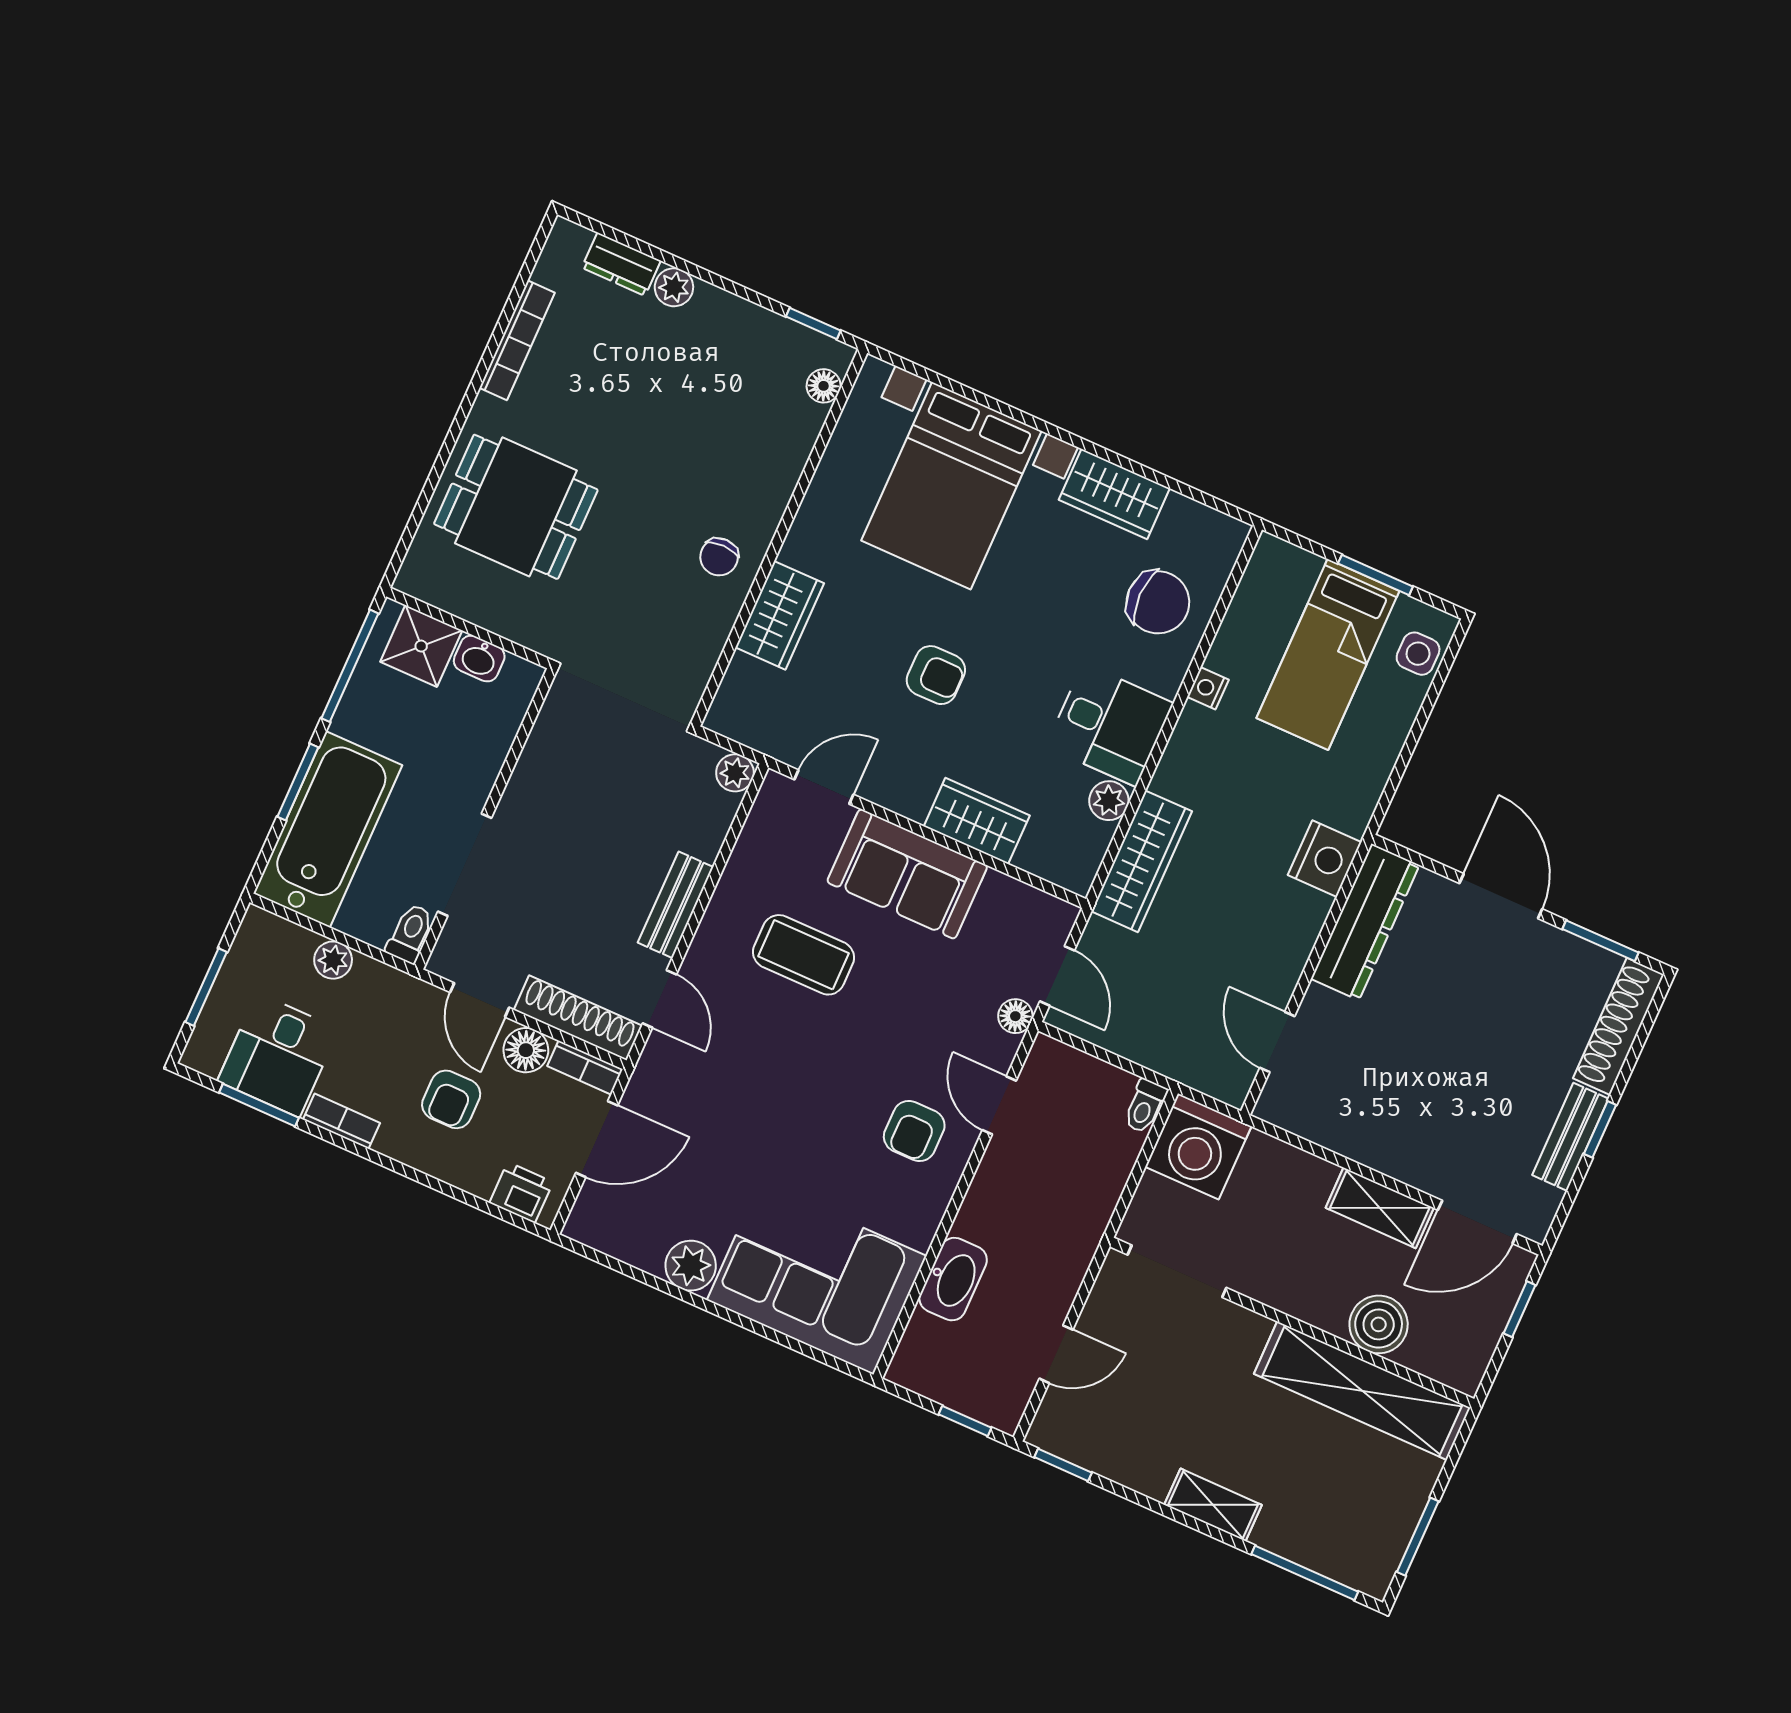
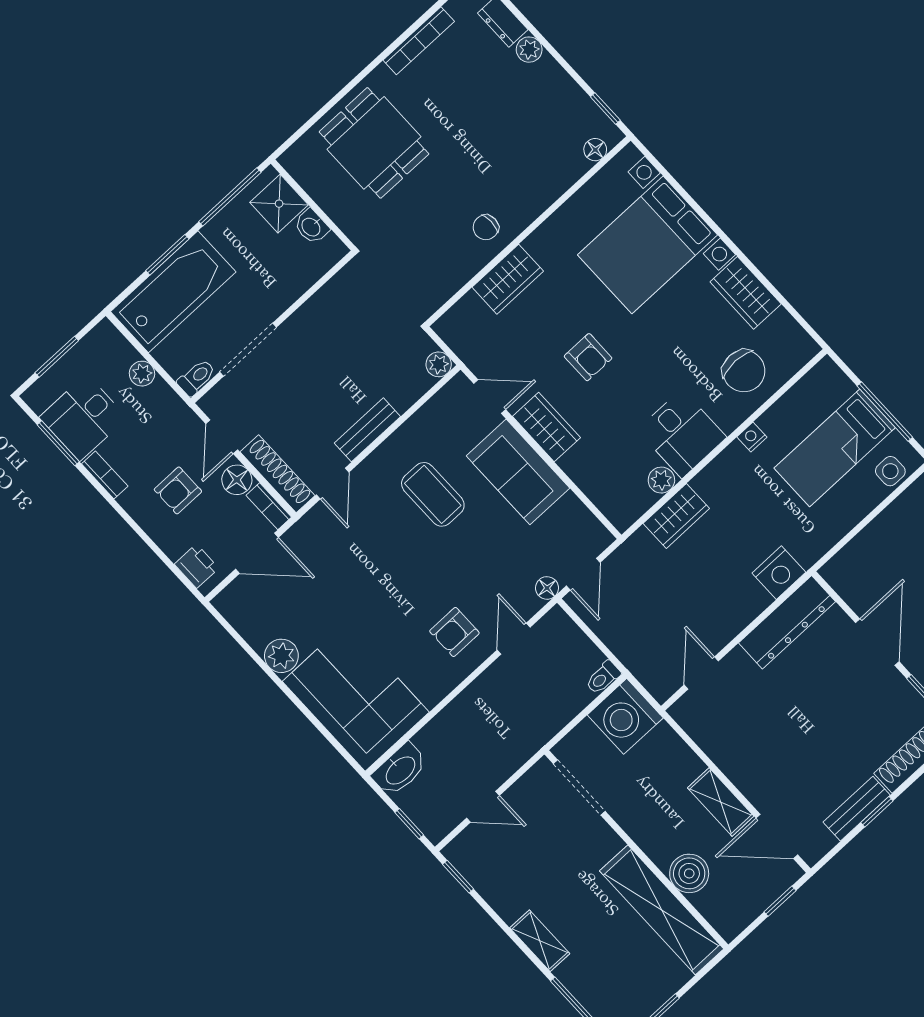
window: (1375, 575) -> (885, 412), width x1.44
wardrobe: (977, 821) -> (546, 427), moved
wardrobe: (1142, 861) -> (676, 516), width x0.67
washbasin: (953, 1279) -> (400, 770), moved

